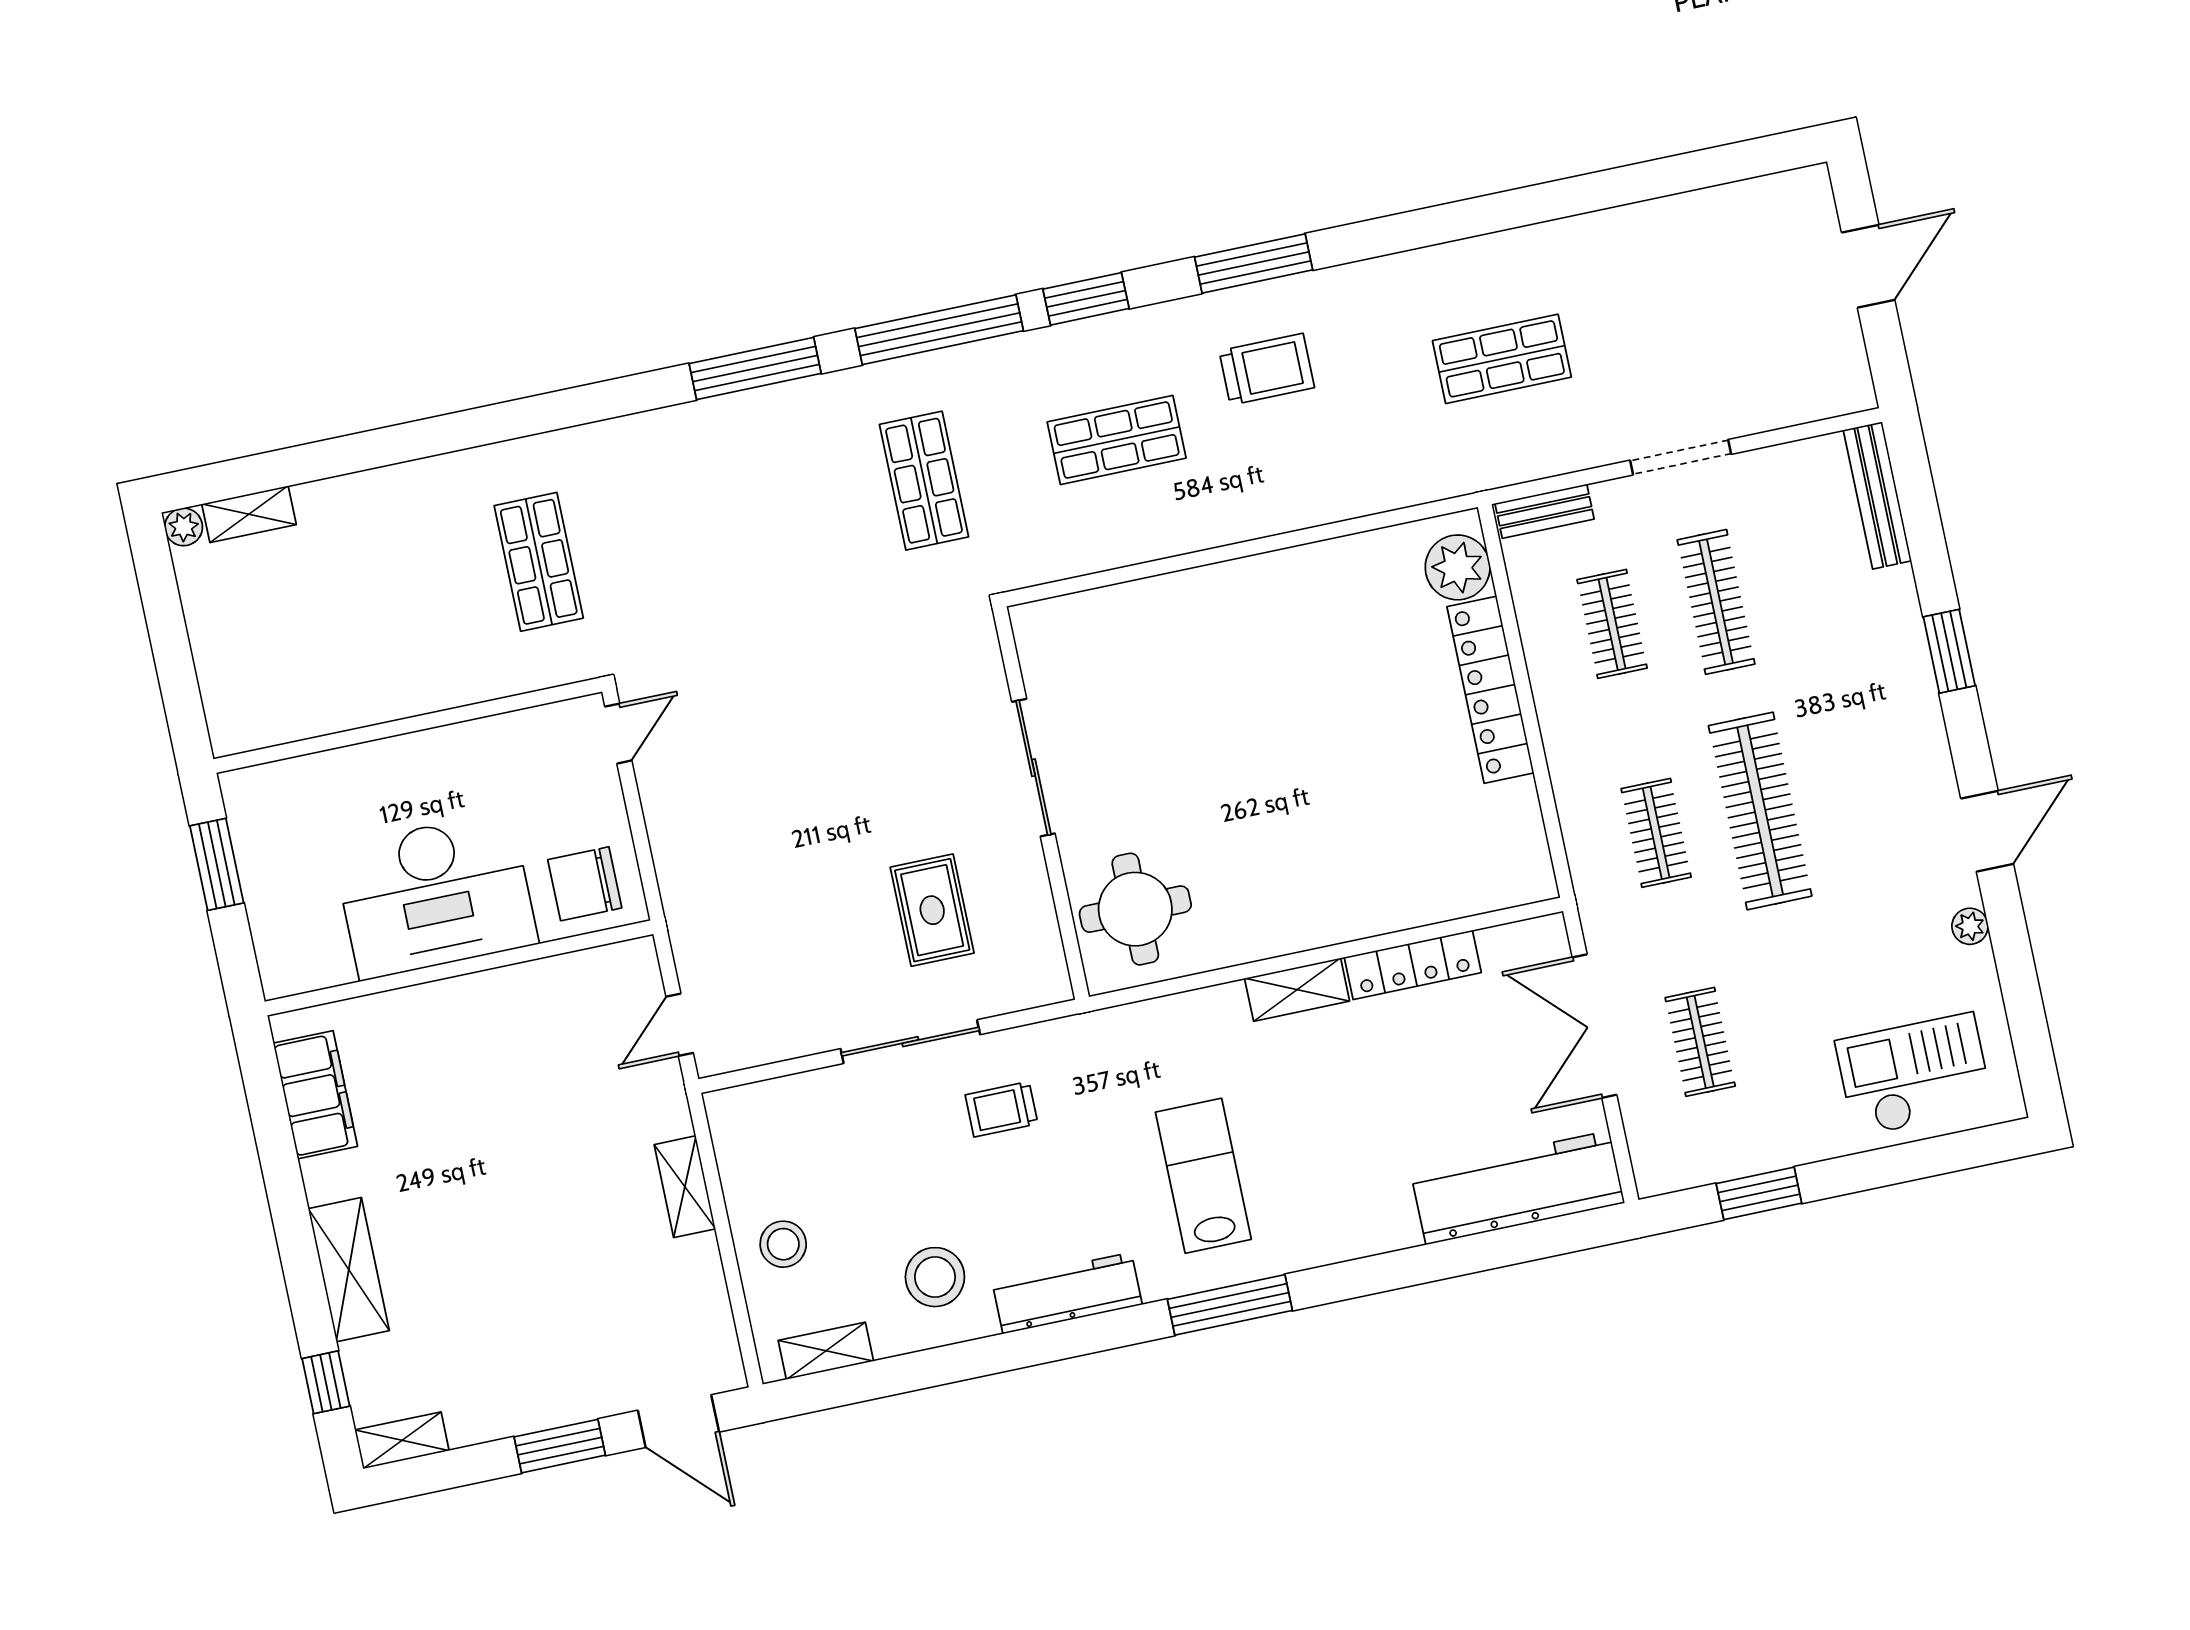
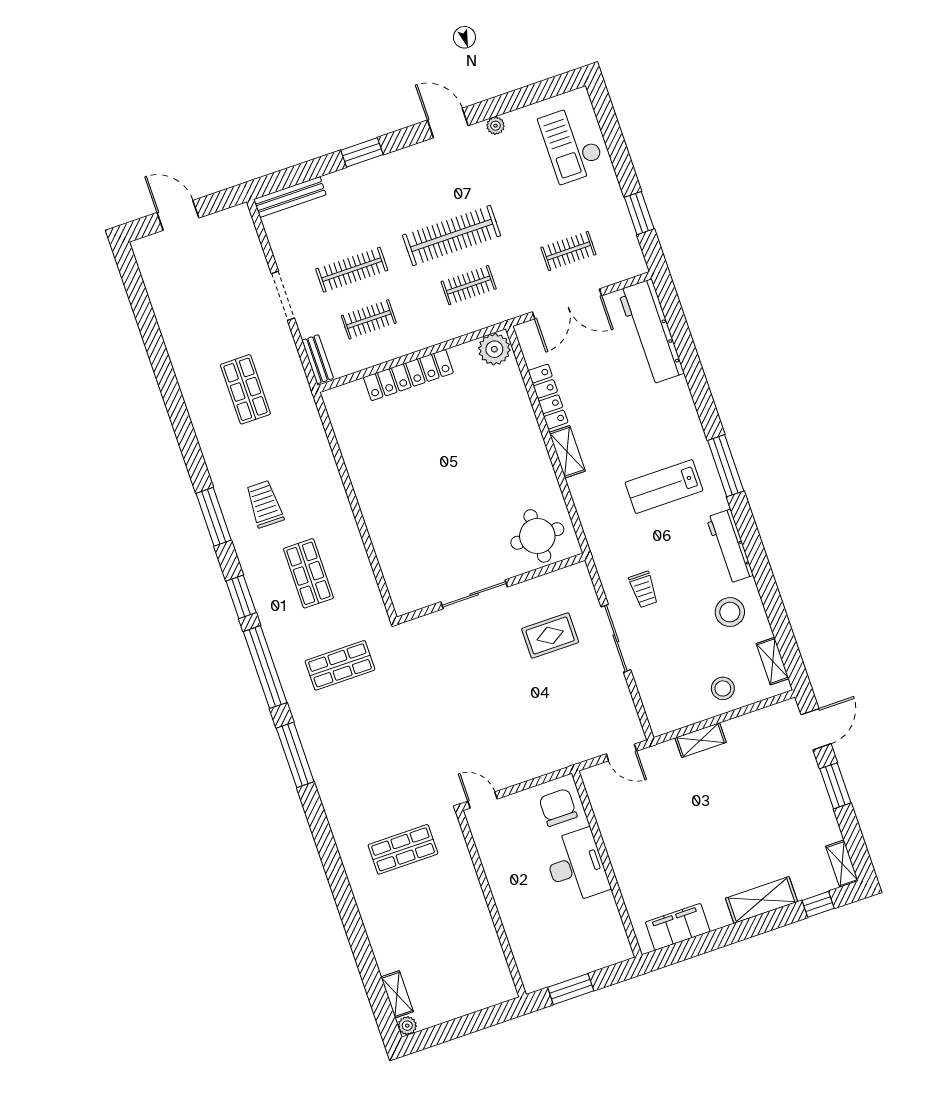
plant: (1458, 567) -> (494, 349), moved
chair: (585, 884) -> (558, 807), turned 180
desk: (435, 895) -> (576, 866), width x0.73, depth x0.77

